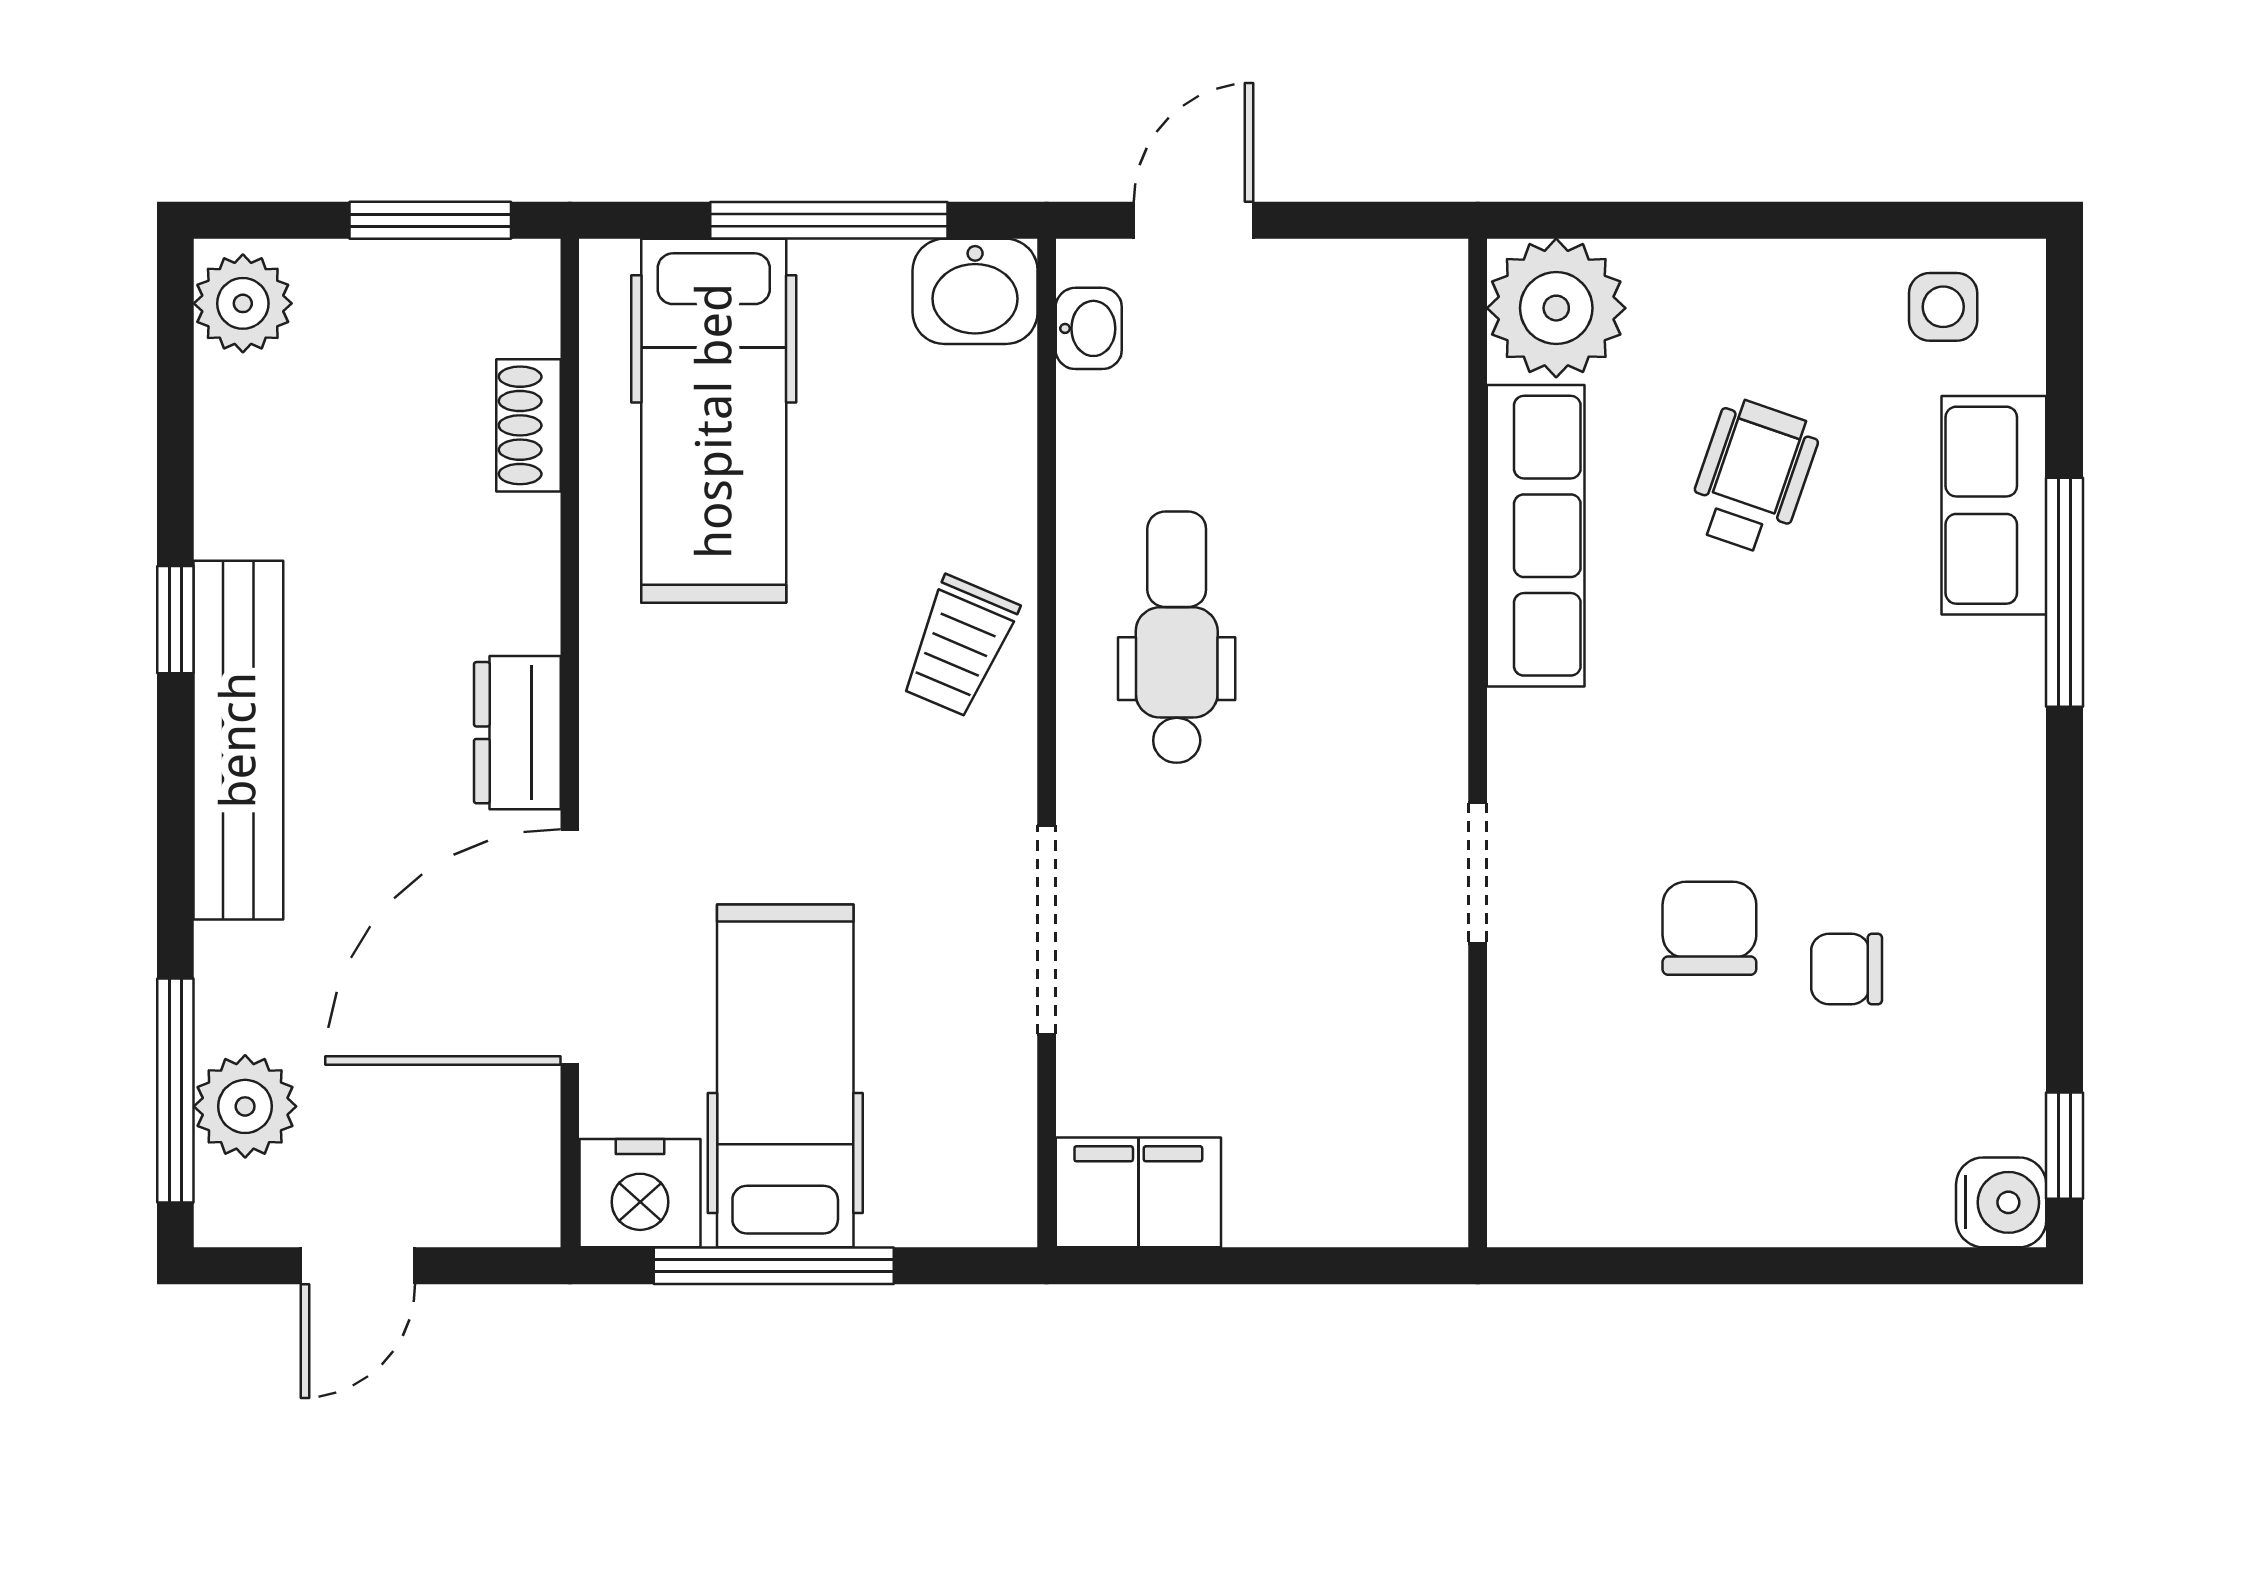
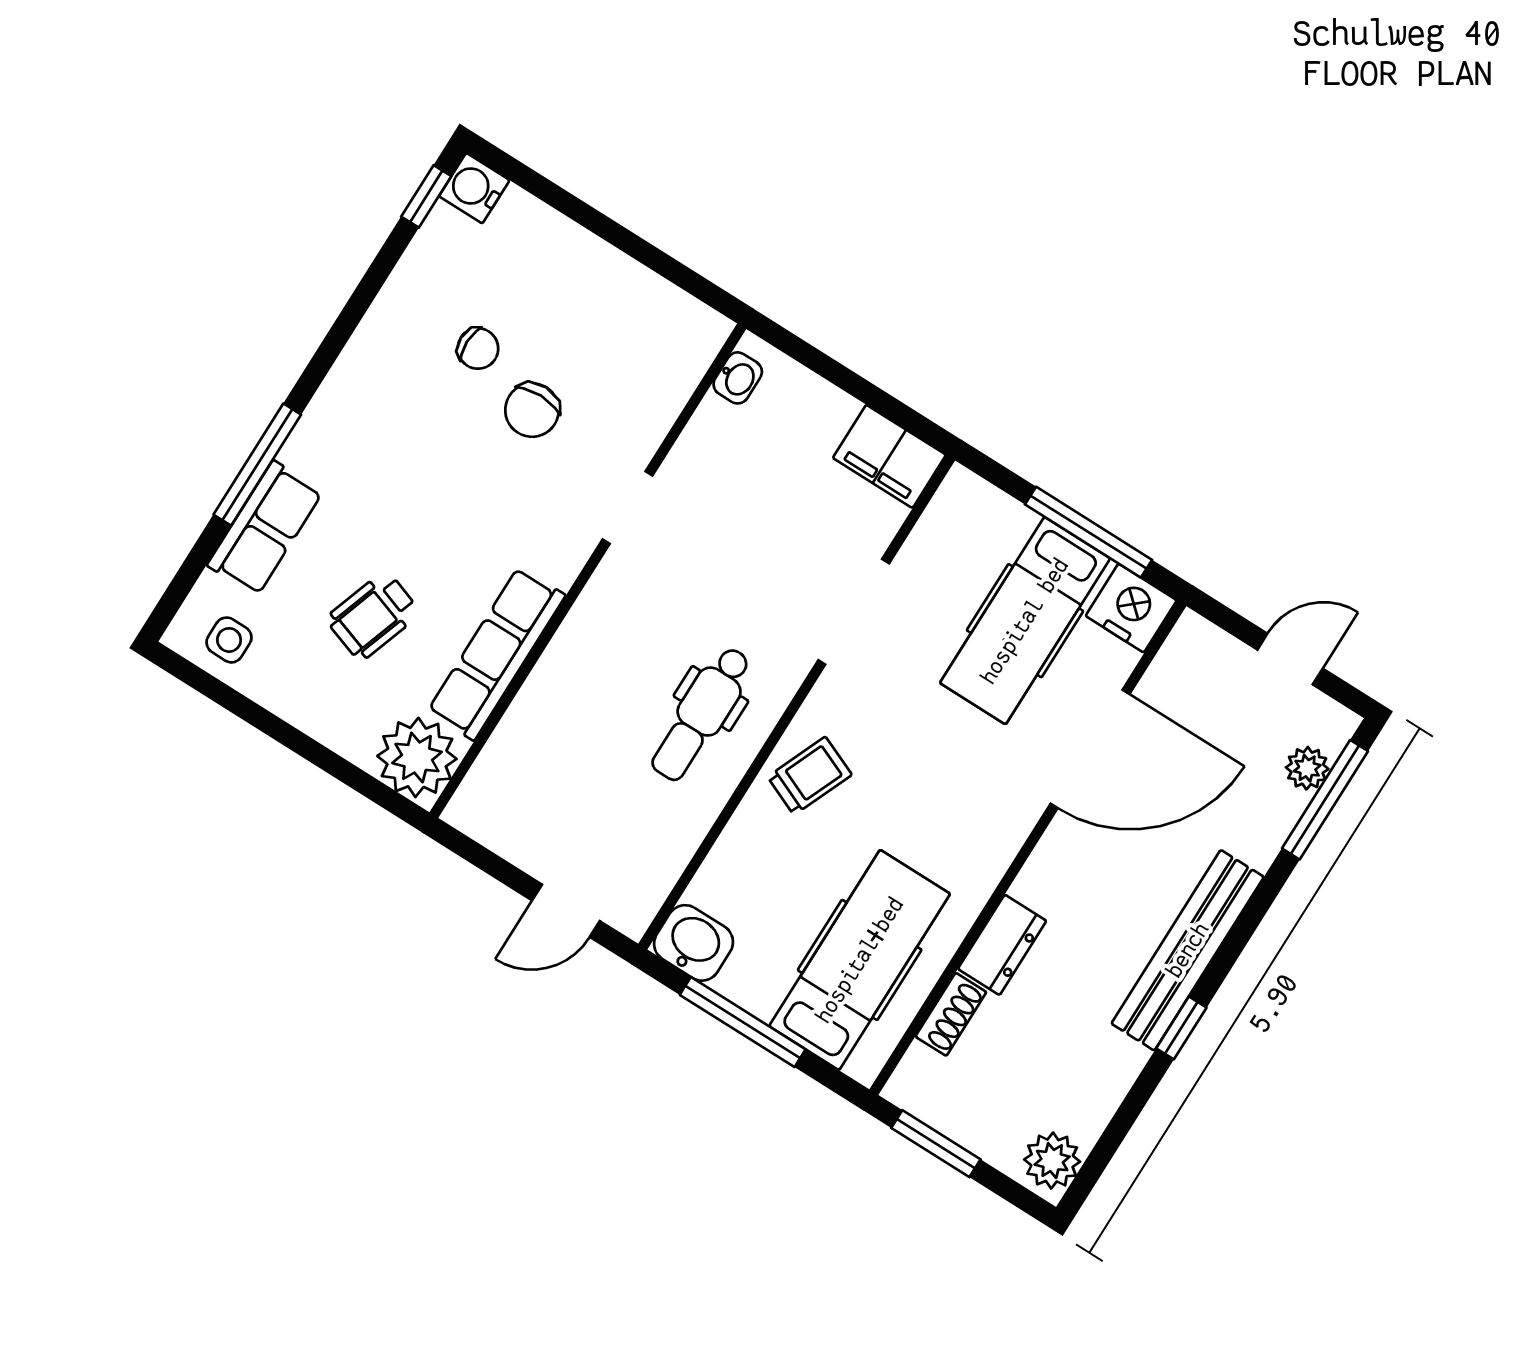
washbasin: (1089, 328) -> (738, 378), moved, turned 180
dresser: (517, 733) -> (1002, 945), moved
plant: (245, 1106) -> (1307, 768), width x0.73, depth x0.73

